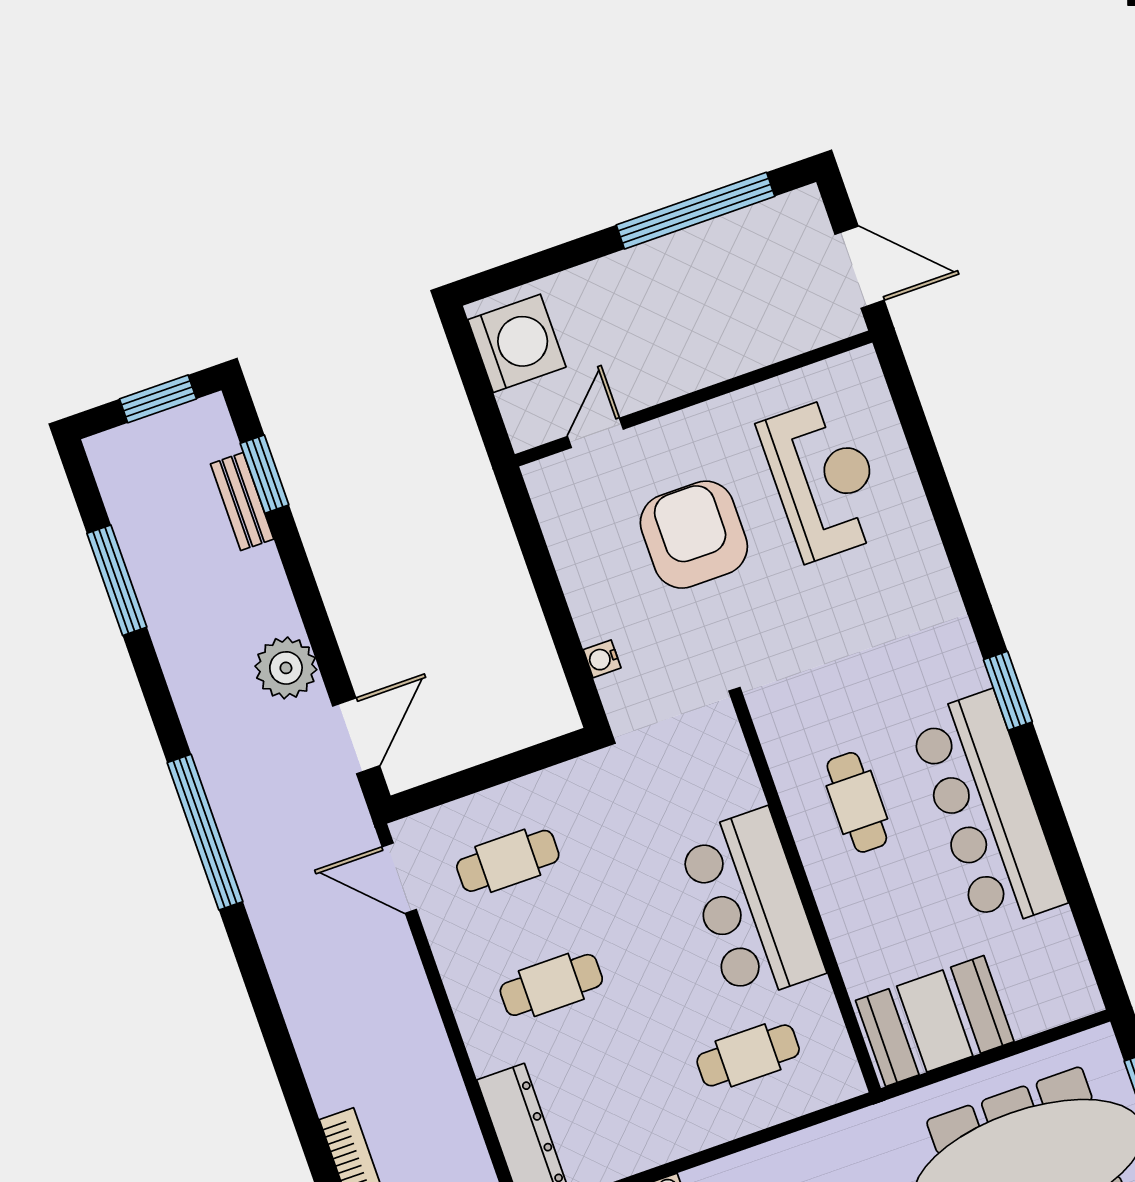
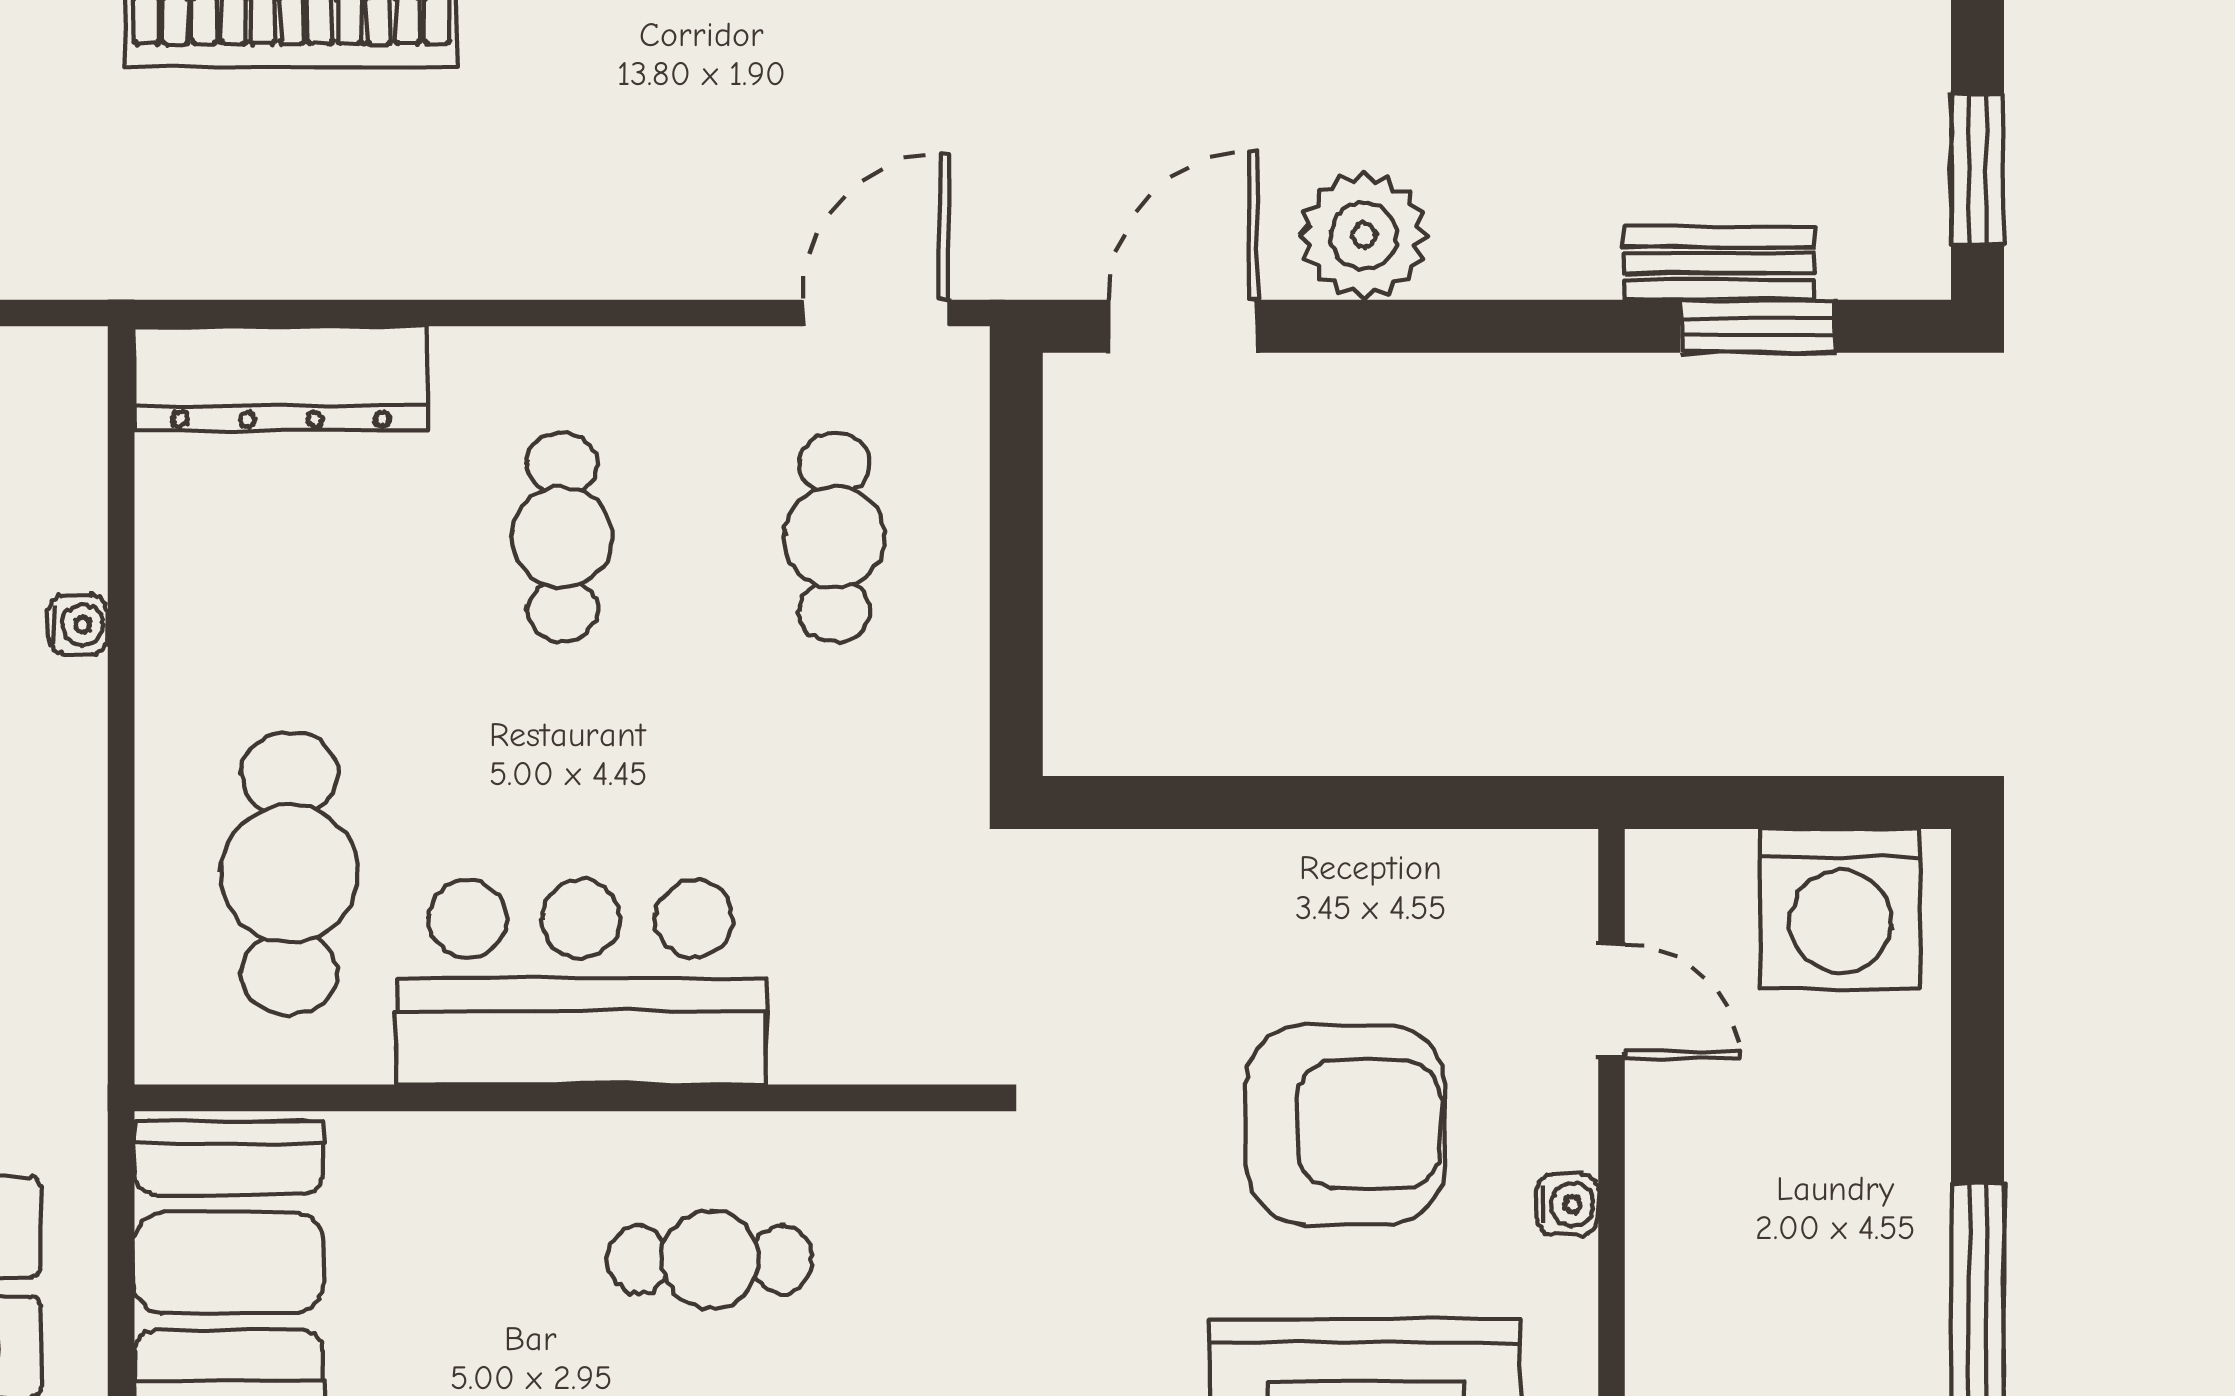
water cooler: (602, 659) -> (1567, 1204), moved, turned 90
door: (356, 736) -> (1183, 326), swing flipped
cafe table: (748, 1055) -> (290, 874), width x1.37, depth x1.35

